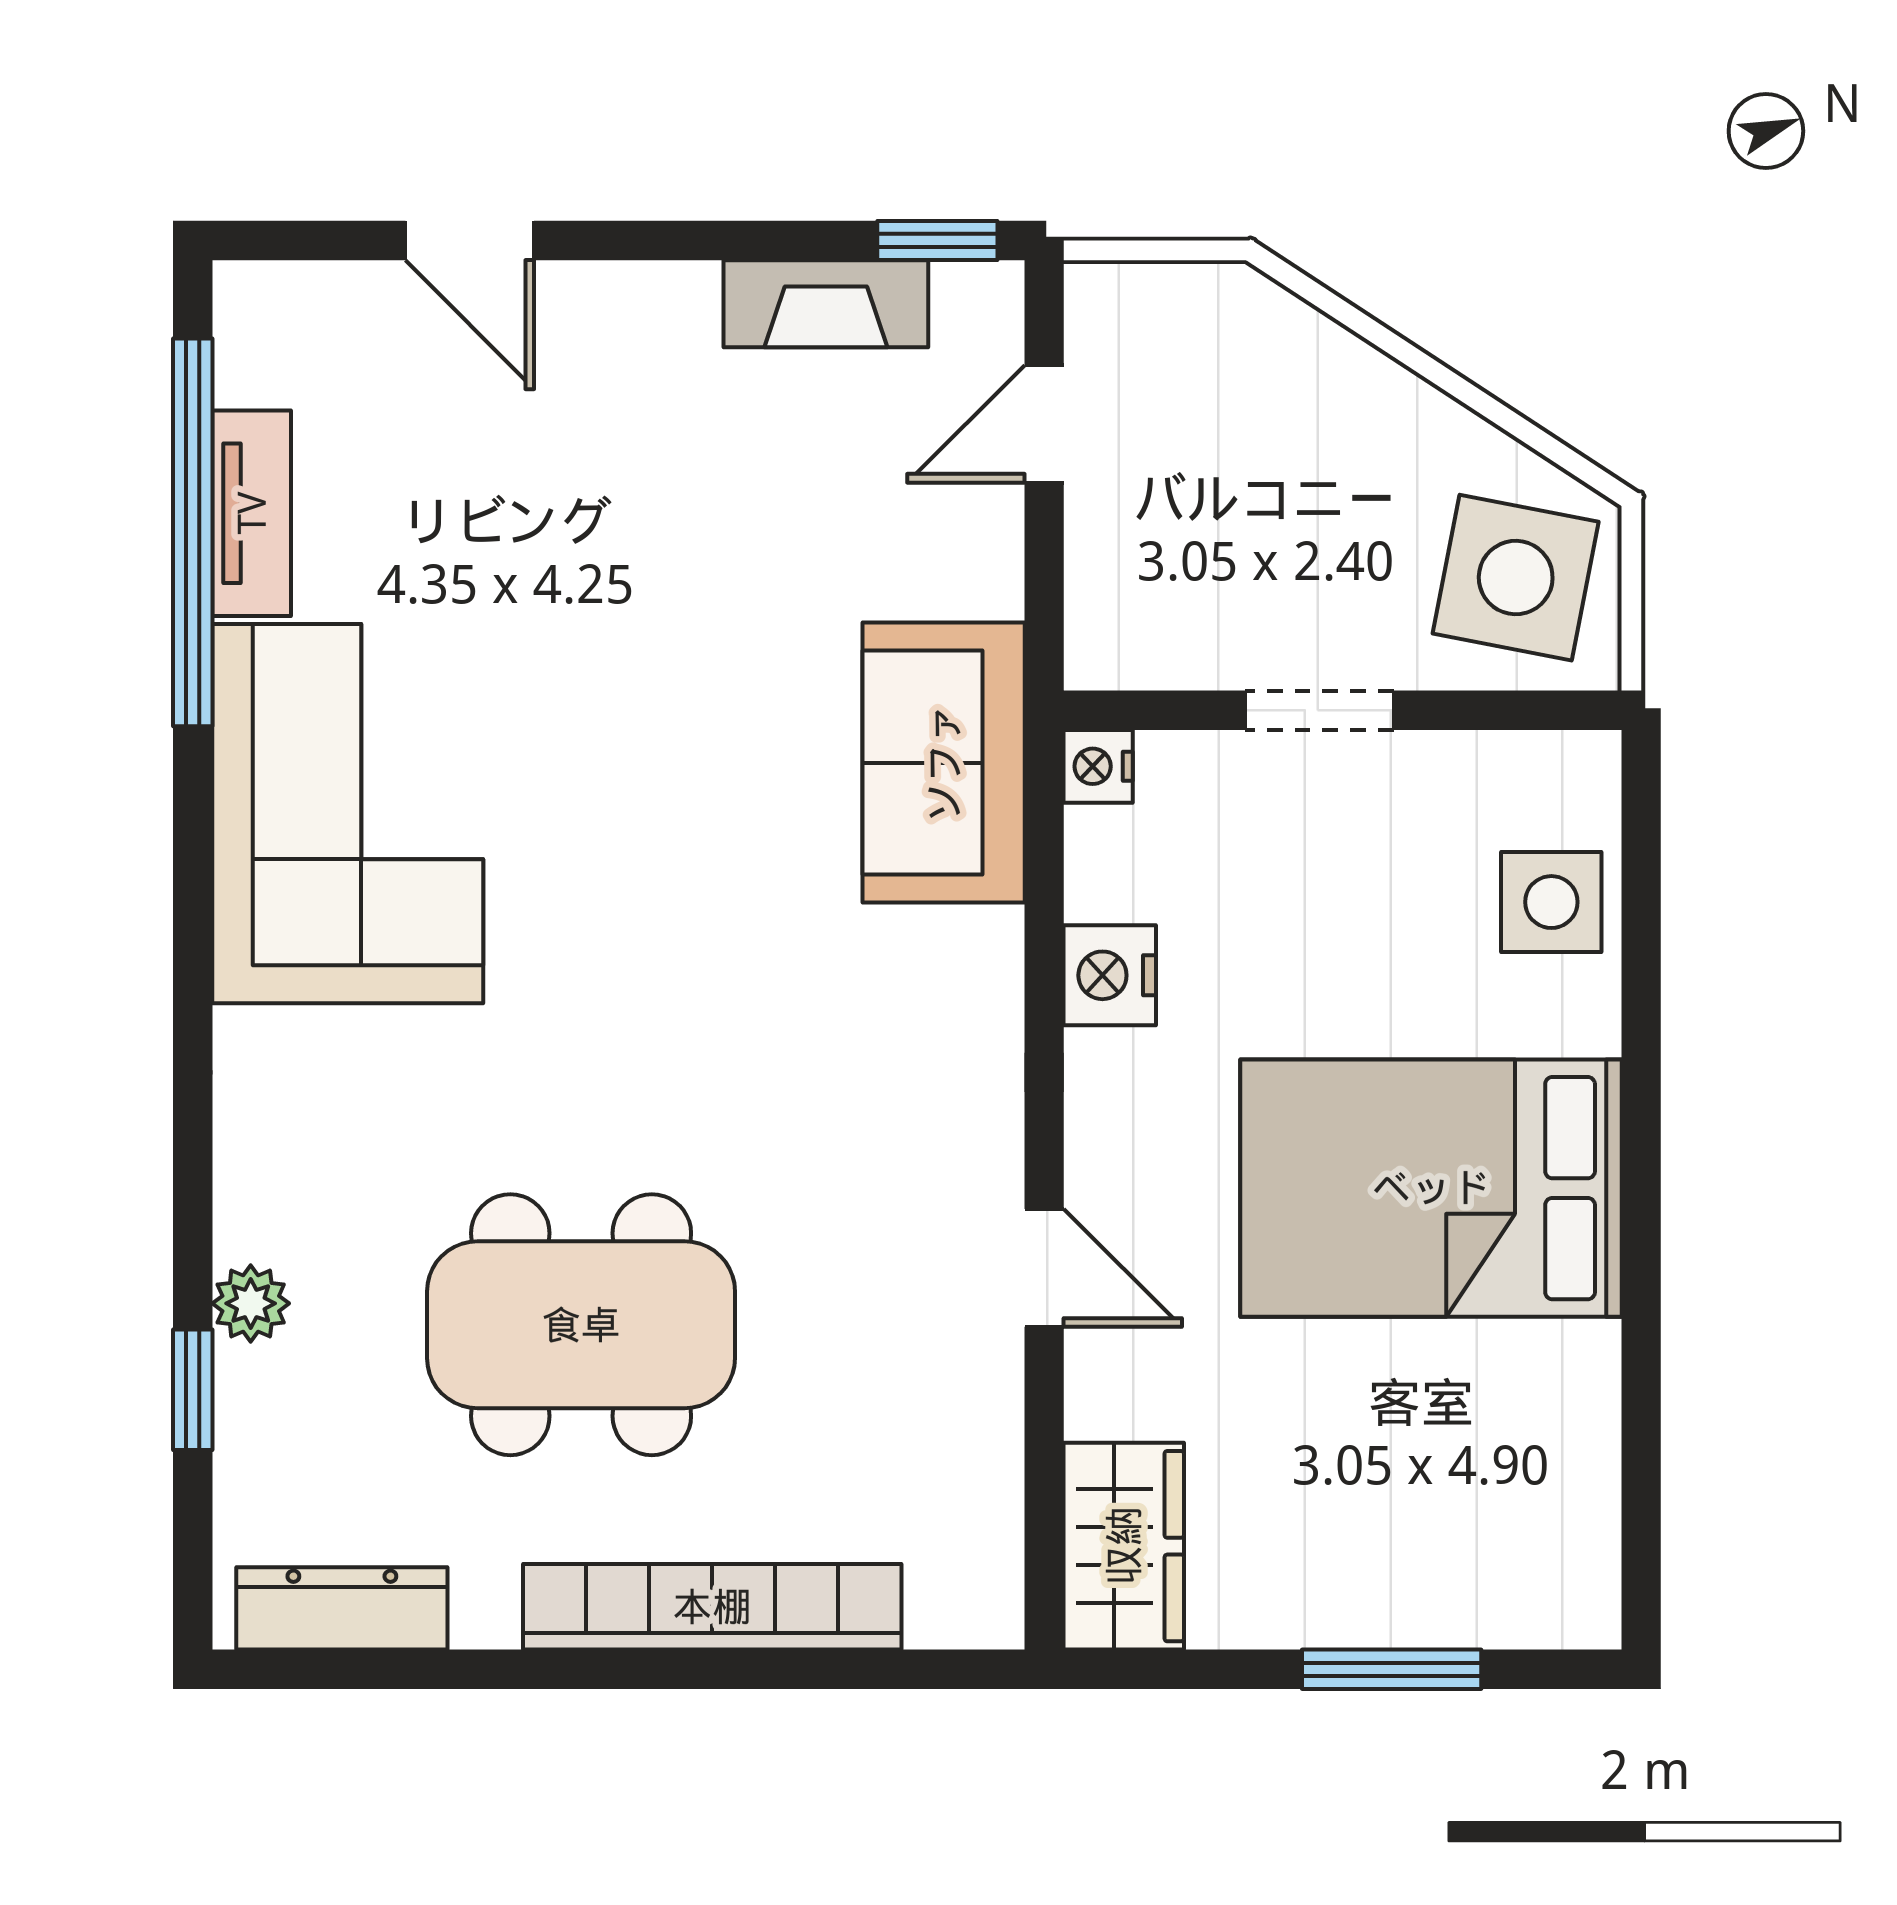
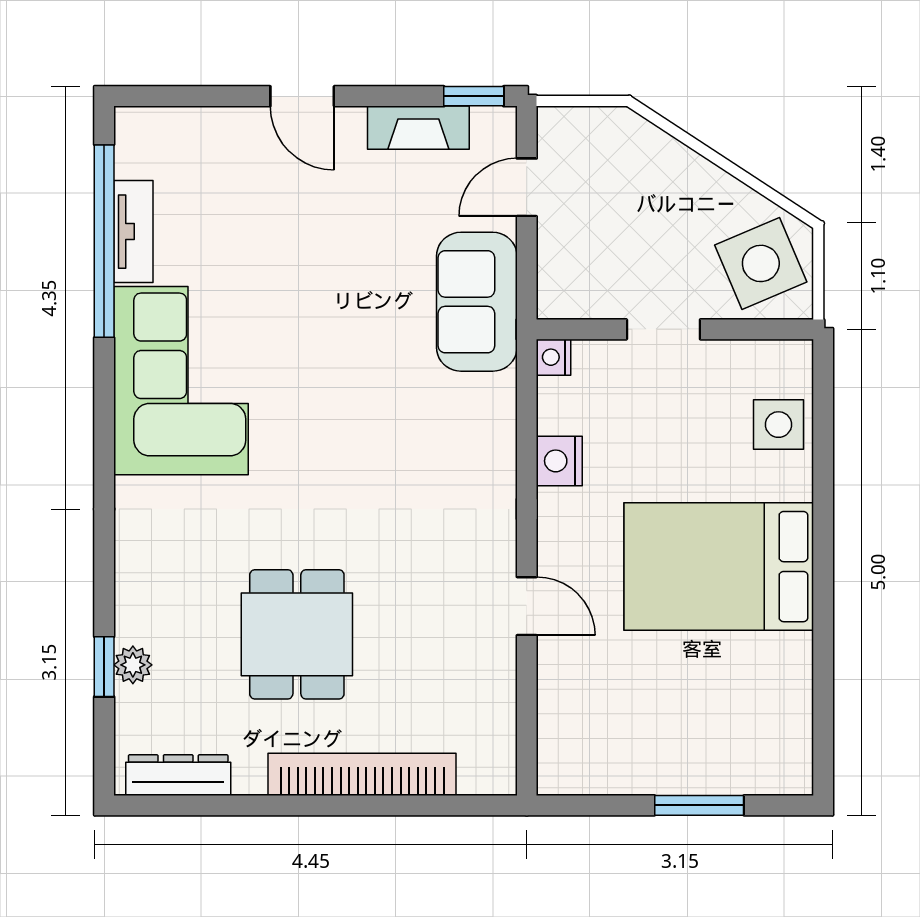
door: (470, 241) -> (302, 96), moved
side table: (1516, 578) -> (761, 263), turned -34
sofa: (944, 763) -> (477, 302), moved
plant: (251, 1303) -> (133, 665), moved
dining table: (581, 1325) -> (297, 634), width x0.73
wardrobe: (1124, 1546) -> (566, 744), removed

